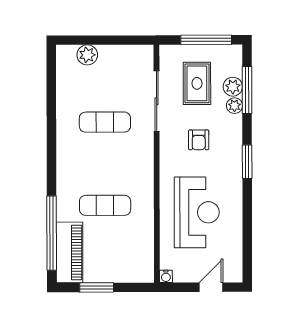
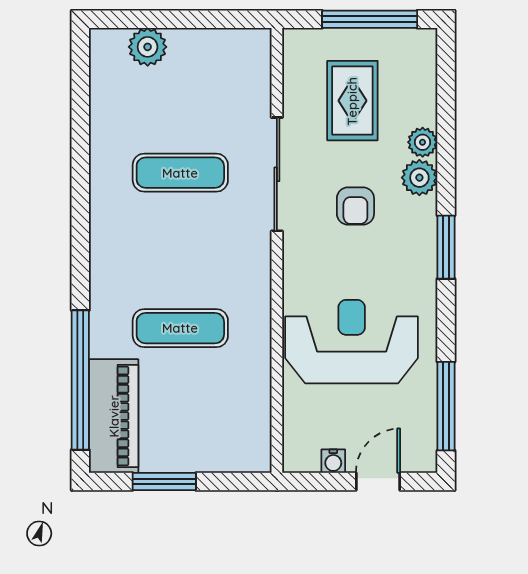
plant: (233, 87) -> (419, 178), moved
window: (247, 90) -> (446, 406), moved
sliding door: (157, 101) -> (277, 174), moved
reception desk: (197, 212) -> (352, 342), turned -90
water cooler: (166, 276) -> (333, 461), moved

